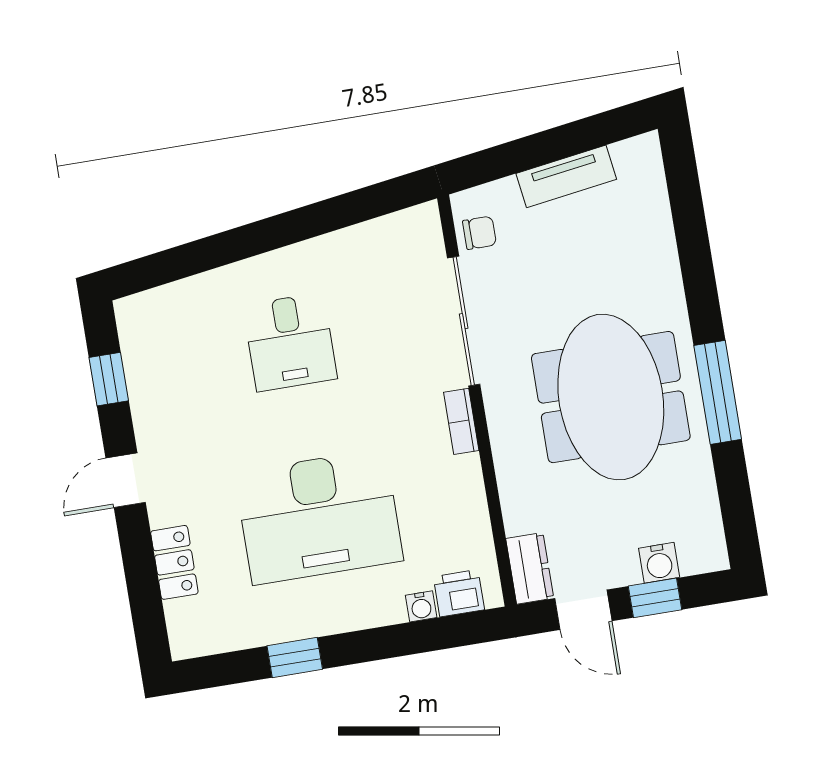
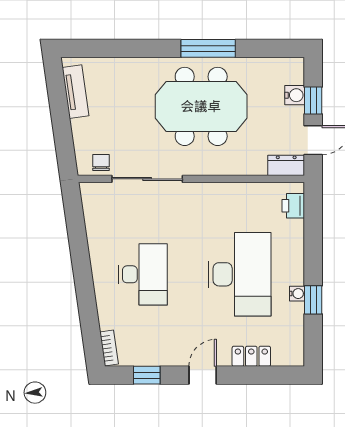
tv unit: (566, 176) -> (76, 92), moved
desk: (290, 342) -> (143, 274), width x1.37
bookcase: (461, 421) -> (109, 348), moved, turned -98
door: (126, 480) -> (203, 375), swing flipped
water cooler: (421, 606) -> (297, 294), moved

